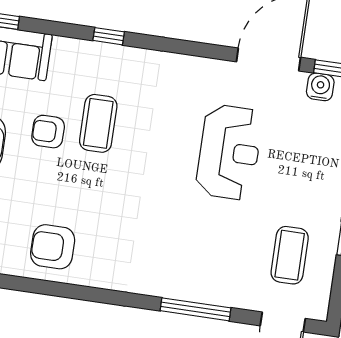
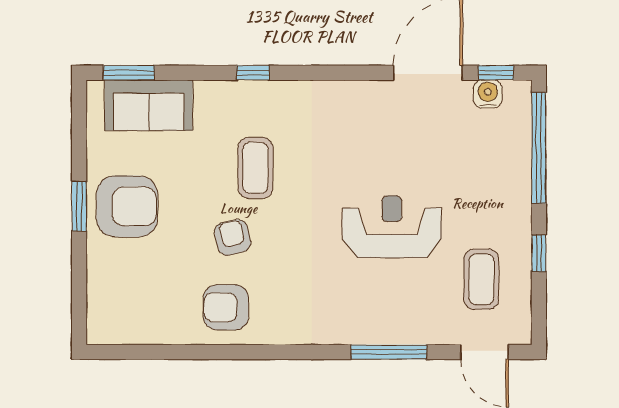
armchair: (48, 132) -> (233, 237), moved, turned 77
reception desk: (229, 152) -> (392, 227), moved, turned -90

